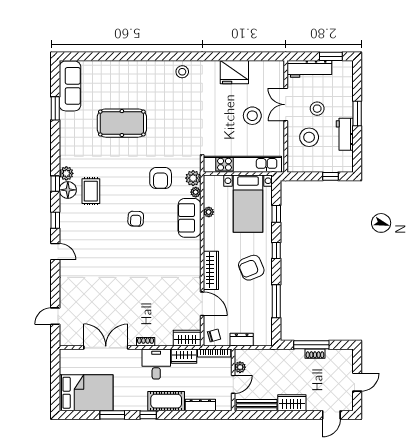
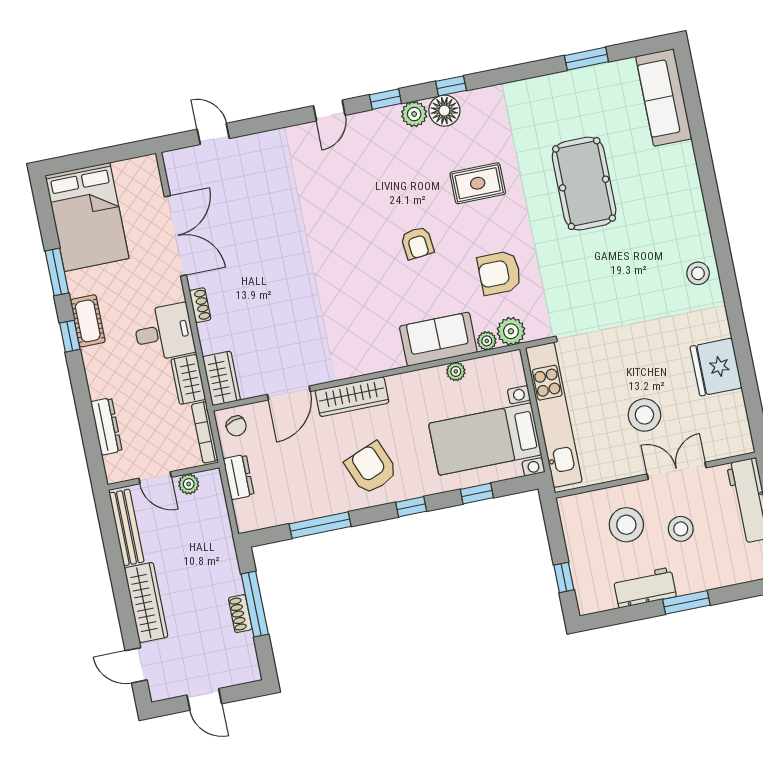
sofa: (70, 86) -> (664, 98), moved, turned 90
plant: (66, 173) -> (414, 114), moved
rug: (91, 191) -> (478, 183), moved
armchair: (136, 219) -> (417, 243), turned -99
cot: (166, 401) -> (88, 321), moved, width x0.73, depth x0.75
wardrobe: (292, 403) -> (146, 603), width x1.50

